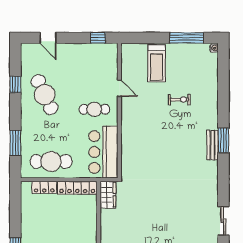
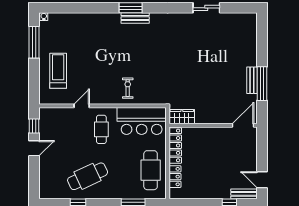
door: (48, 38) -> (34, 148), moved
treadmill: (157, 63) -> (58, 71), turned -90
exercise bike: (179, 100) -> (128, 88), moved

